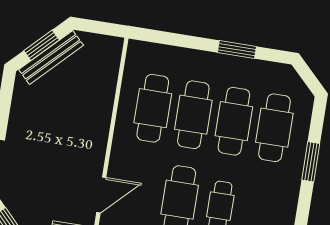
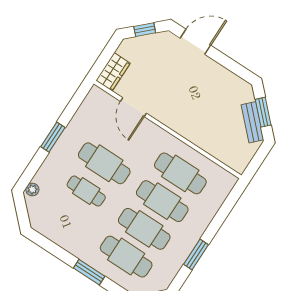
bench: (51, 57) -> (252, 122), width x0.73

